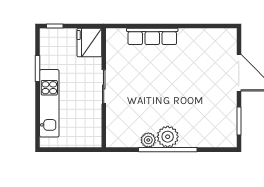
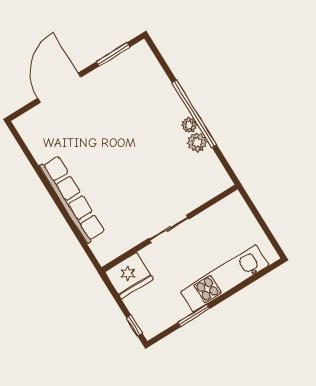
row of seats: (152, 36) -> (72, 199), width x1.36
plant: (168, 137) -> (189, 125), width x0.53, depth x0.53

